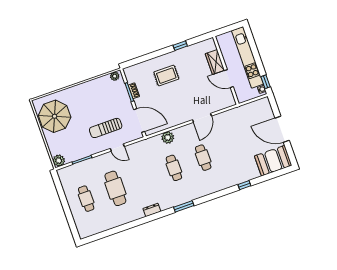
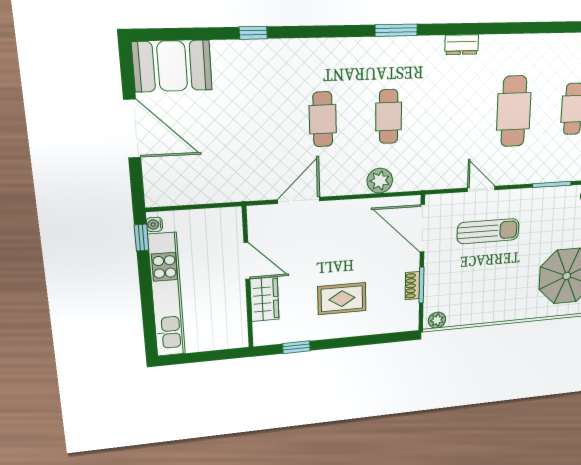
wardrobe: (215, 62) -> (264, 299), moved
wall: (226, 70) -> (248, 278), moved
door: (229, 79) -> (247, 261), moved

